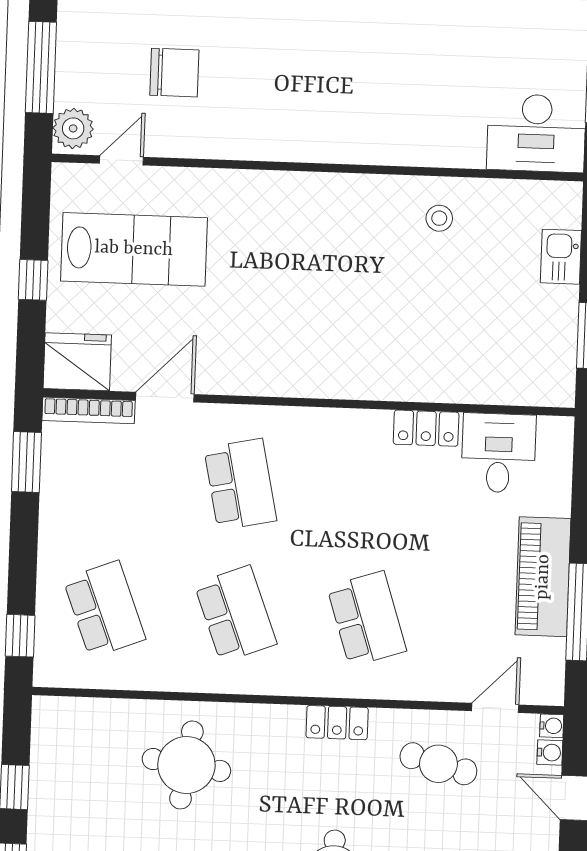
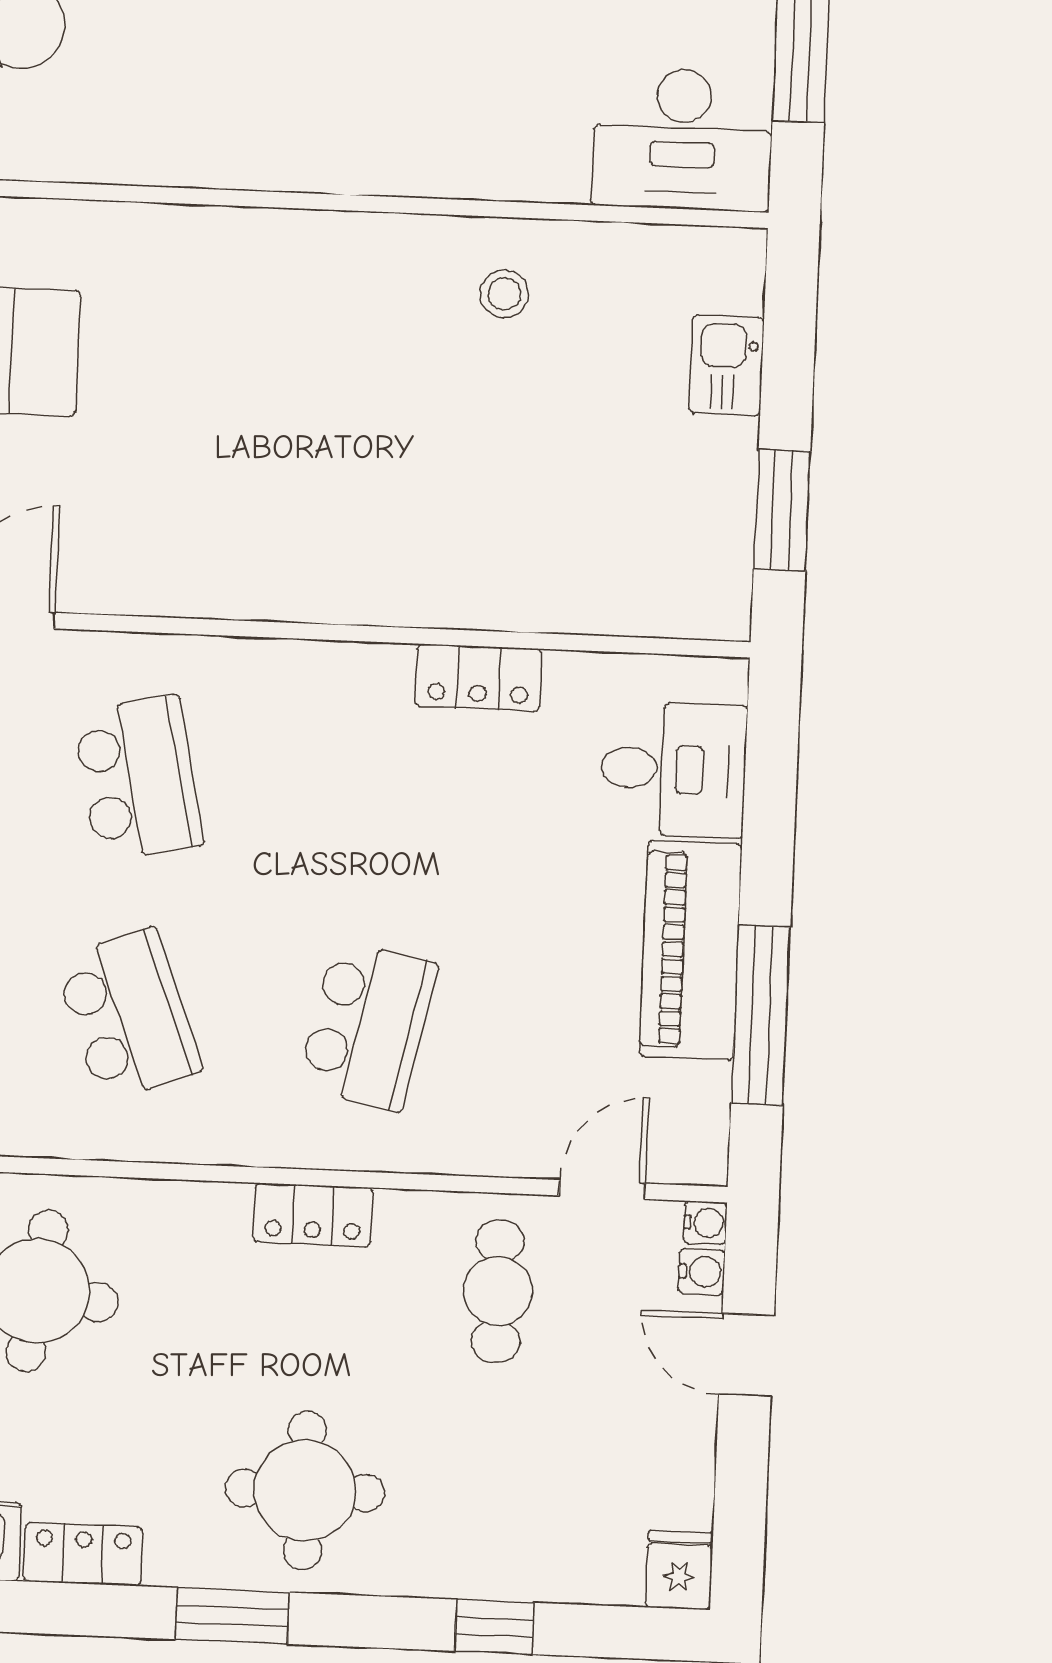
desk: (498, 453) -> (673, 769), moved, turned 90
school desk: (367, 619) -> (368, 1025), turned 30
cafe table: (438, 764) -> (498, 1291), turned 75

